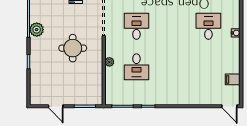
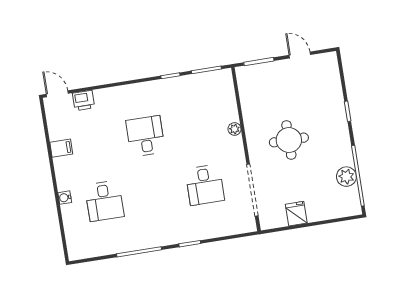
plant: (37, 30) -> (346, 177), moved
desk: (136, 67) -> (145, 136), moved
filing cabinet: (233, 79) -> (61, 148), moved
printer: (212, 99) -> (83, 100), added

